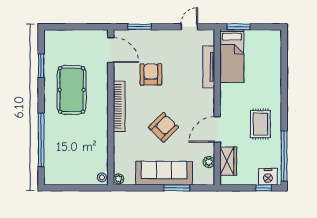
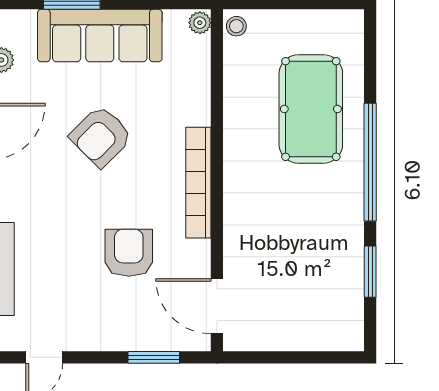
armchair: (151, 74) -> (129, 253), turned 180
pool table: (72, 90) -> (311, 109), moved
window: (41, 140) -> (370, 162), moved

